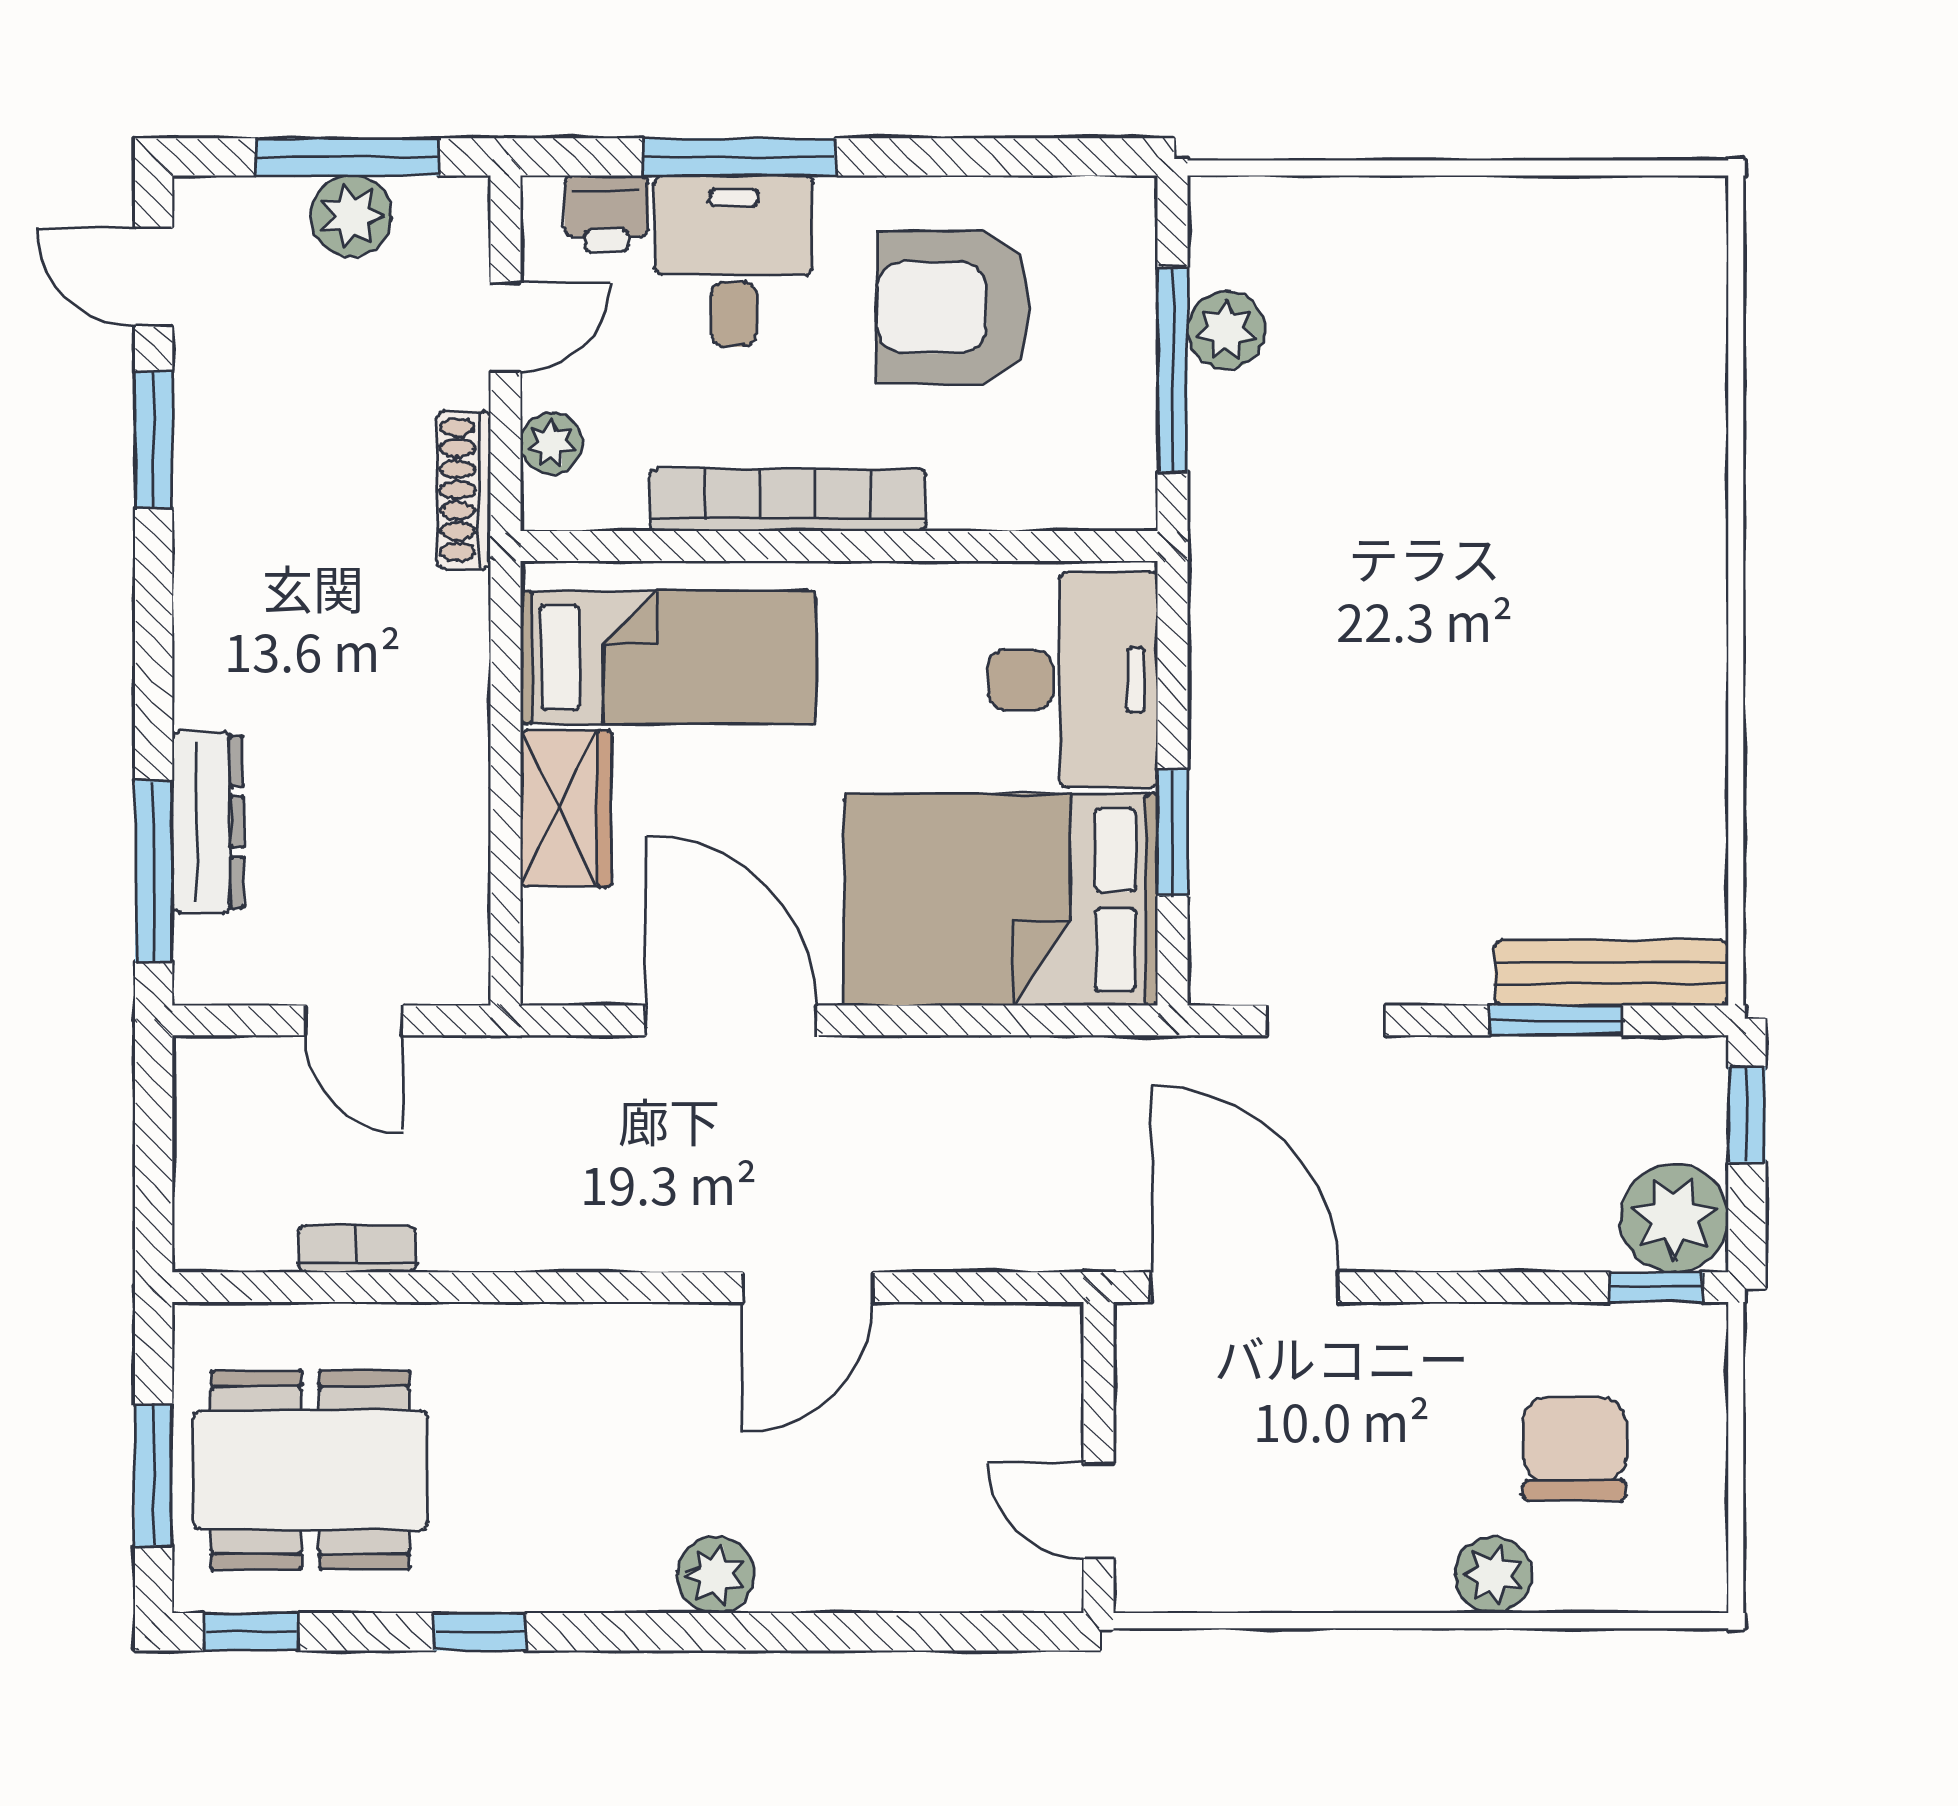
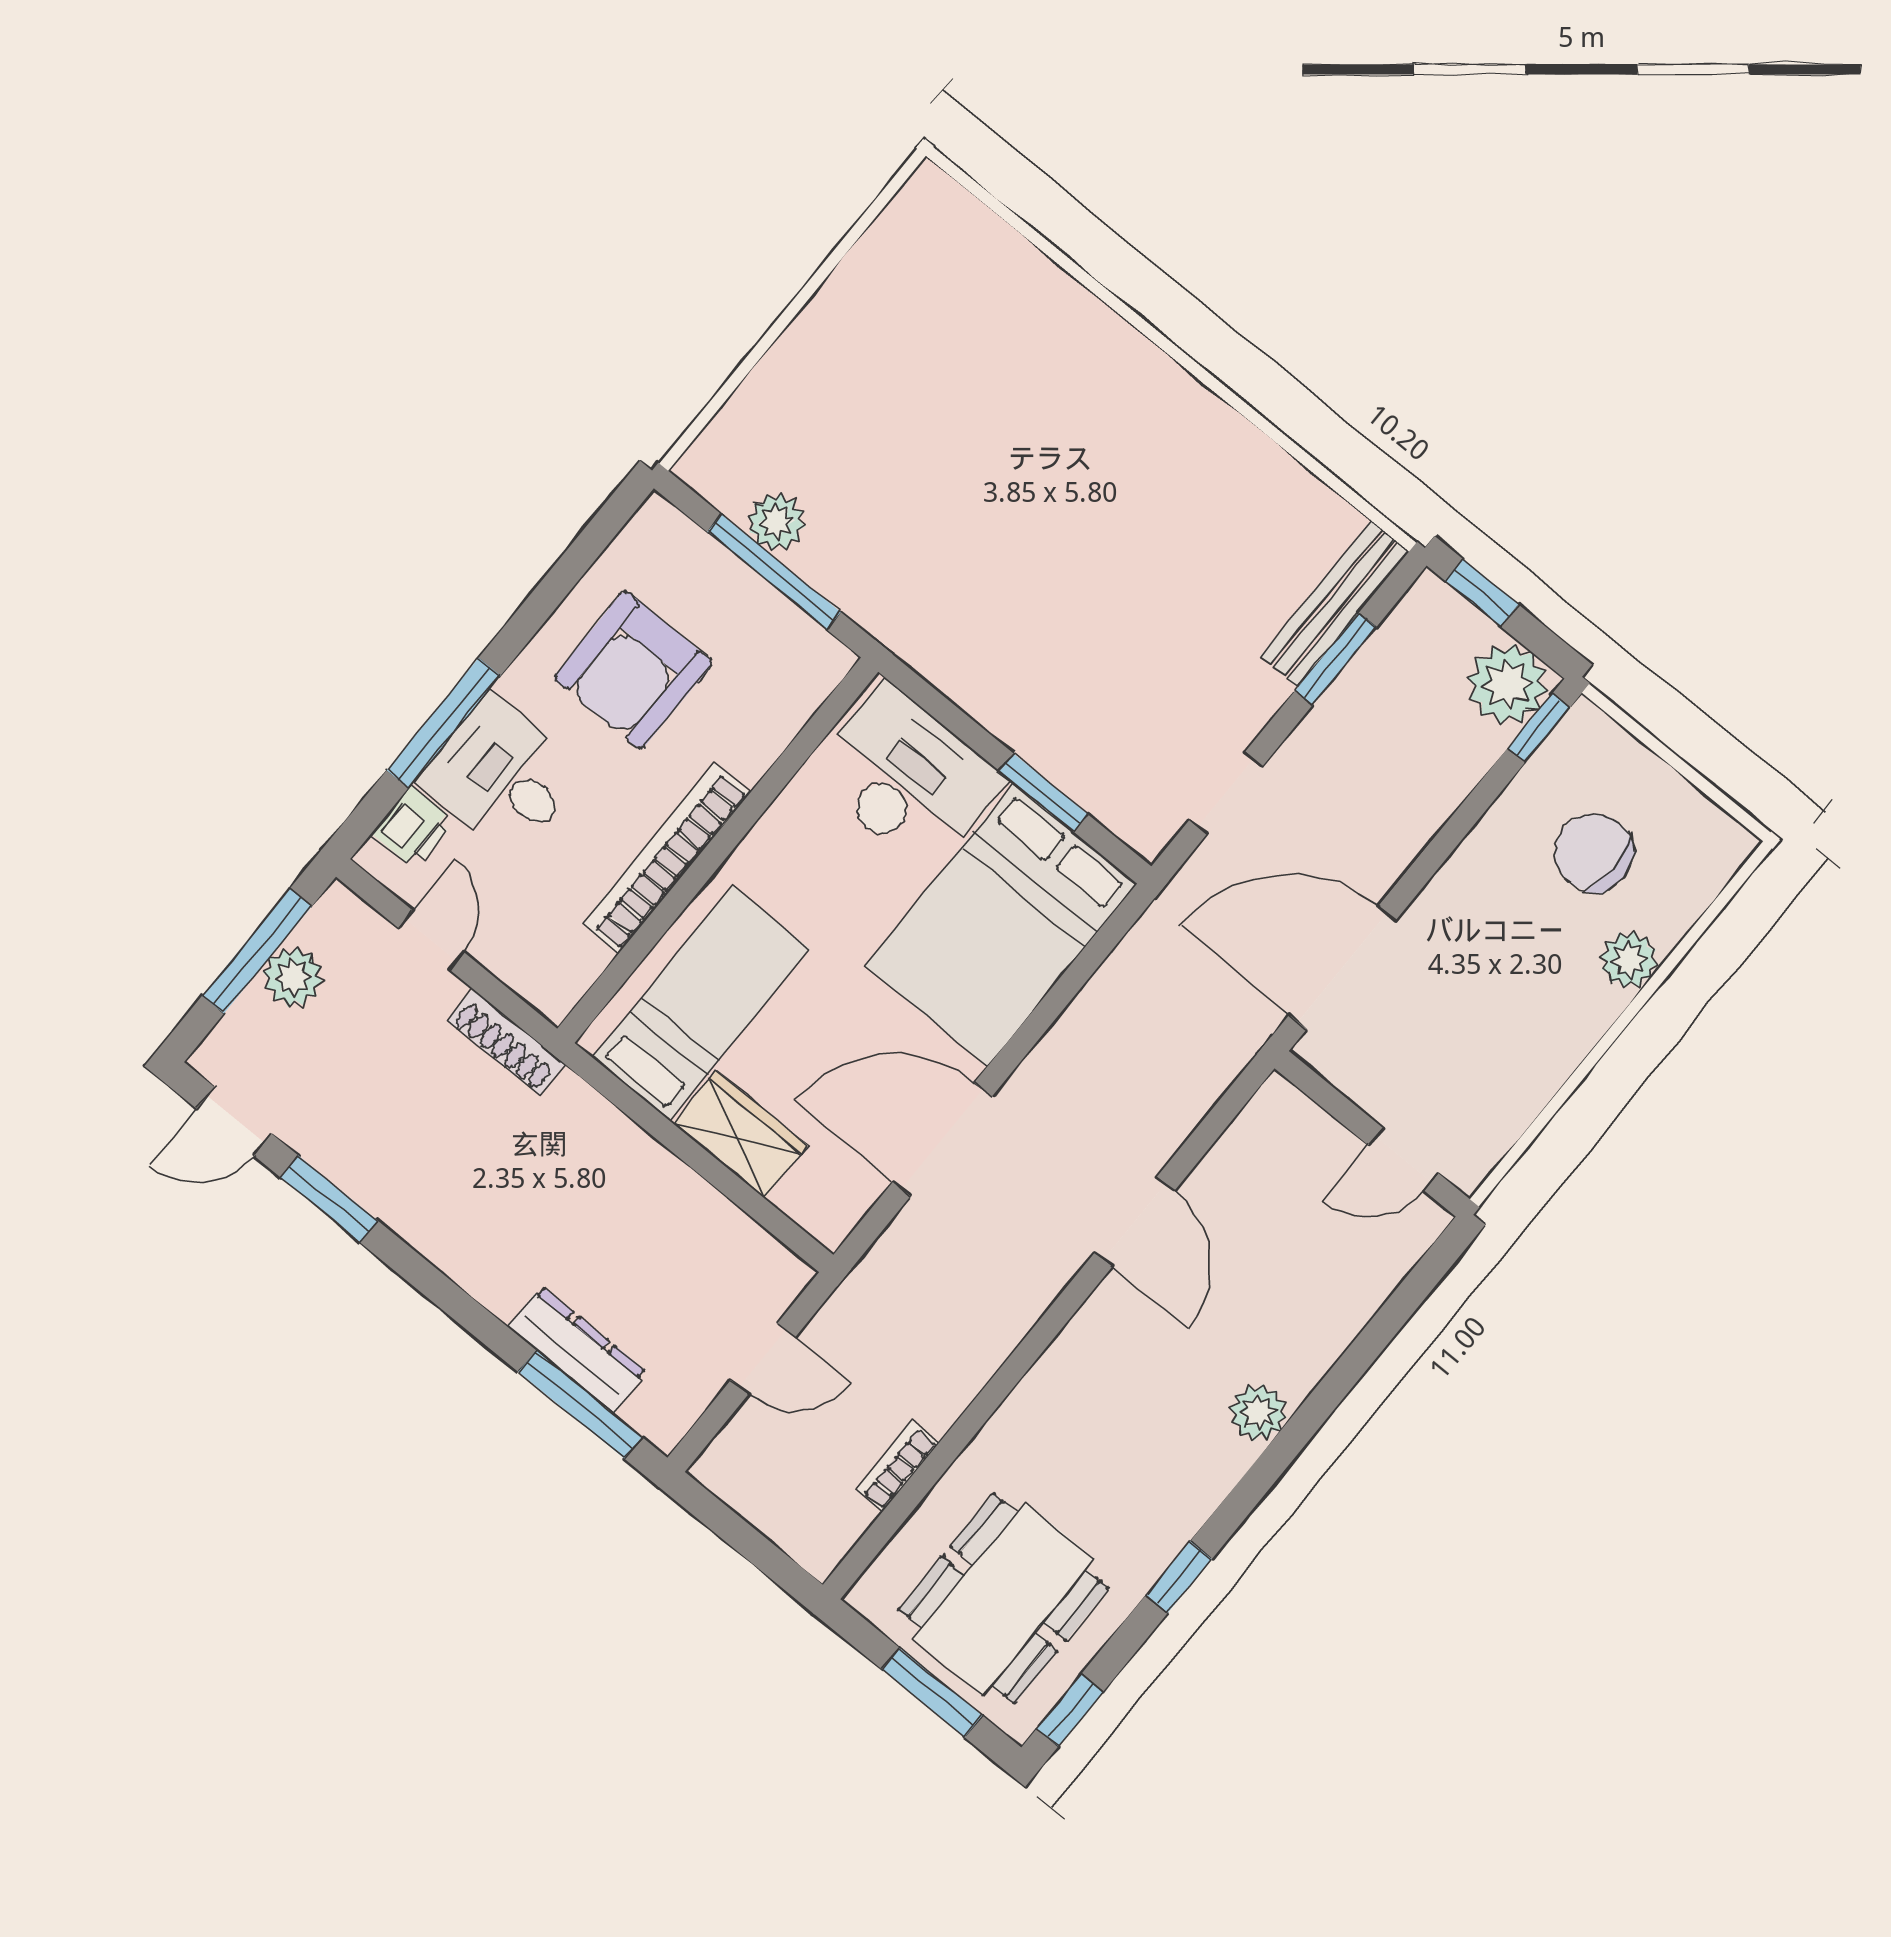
plant: (551, 444) -> (521, 969), removed

